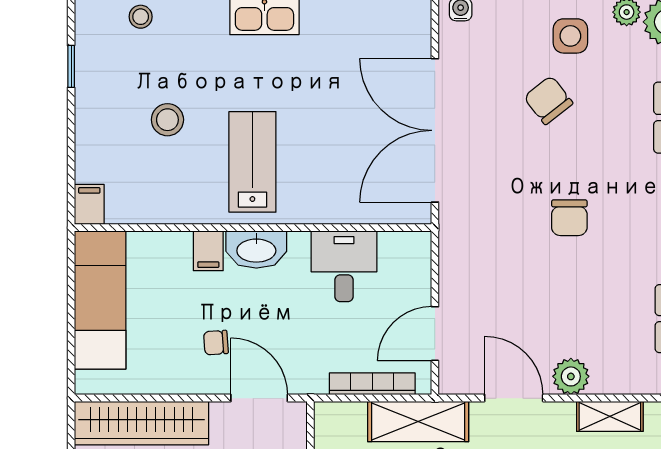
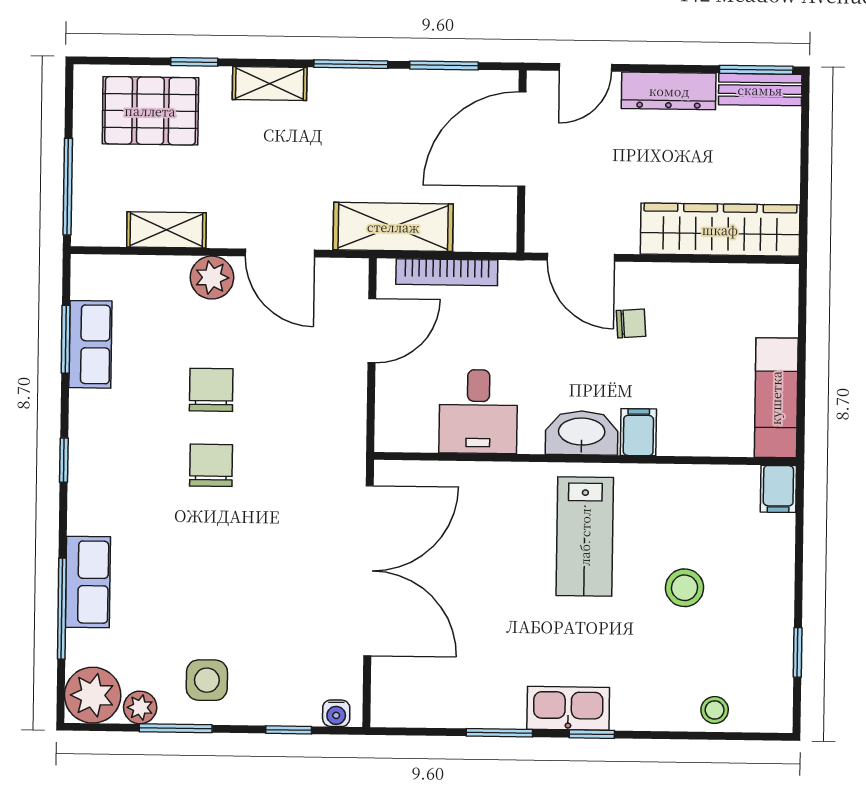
chair: (548, 100) -> (211, 390), moved, turned -142
exam couch: (100, 300) -> (776, 398), width x0.73, depth x0.69

